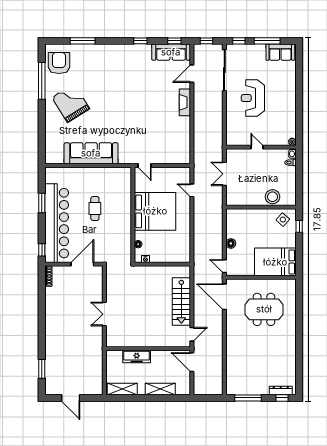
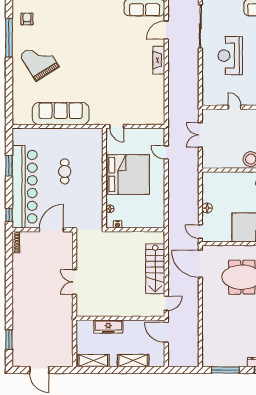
armchair: (59, 63) -> (27, 19), width x0.53, depth x0.53

